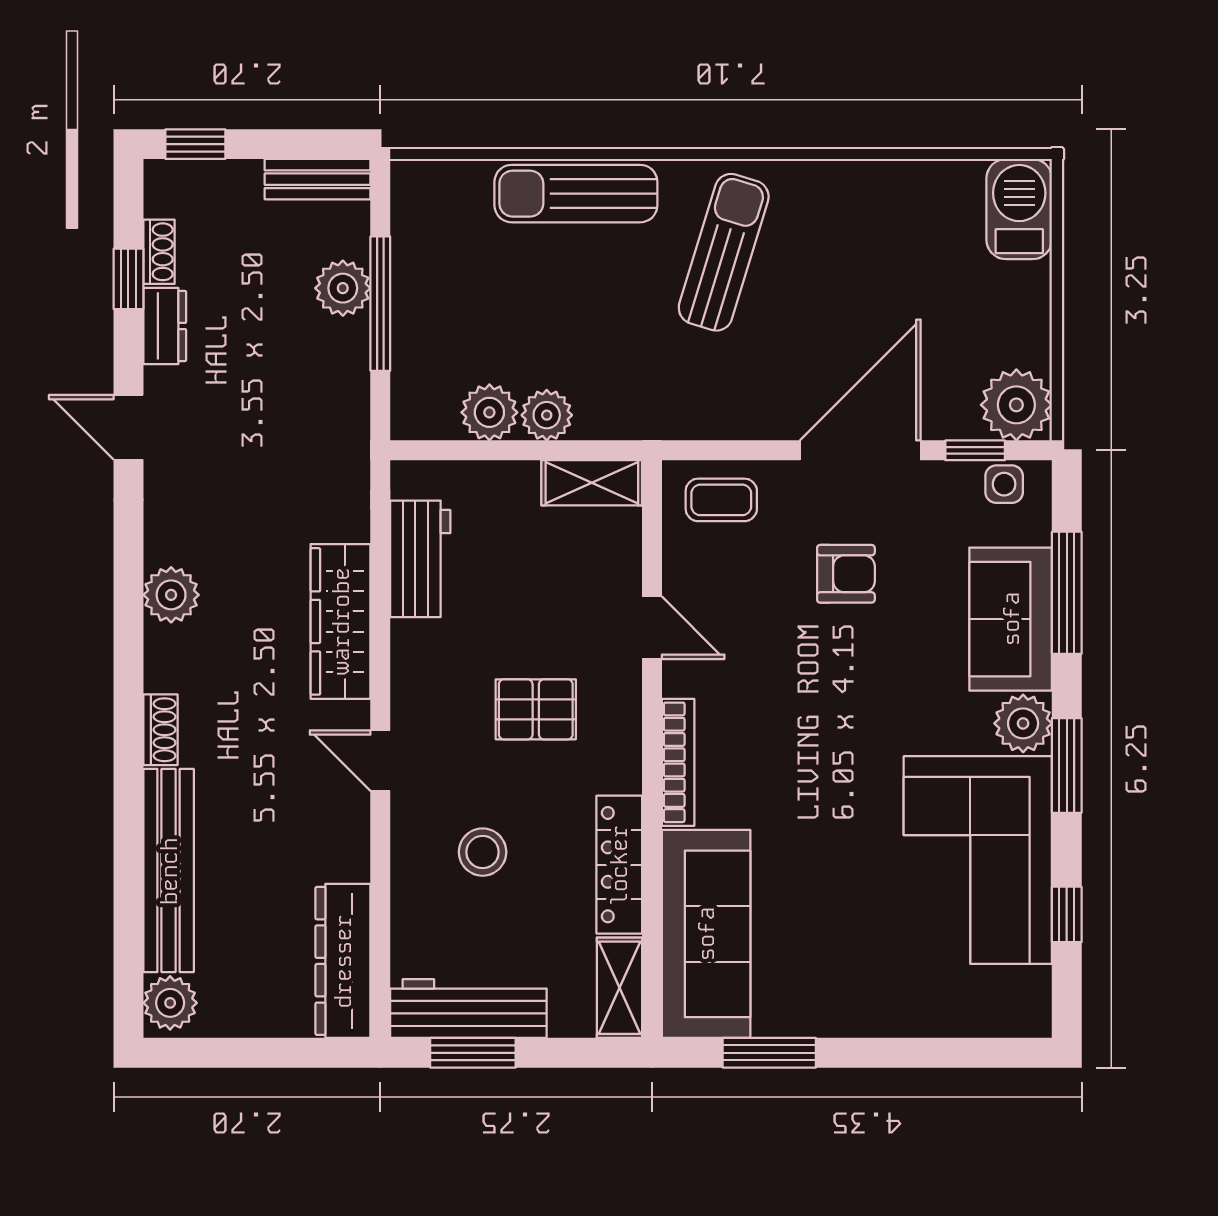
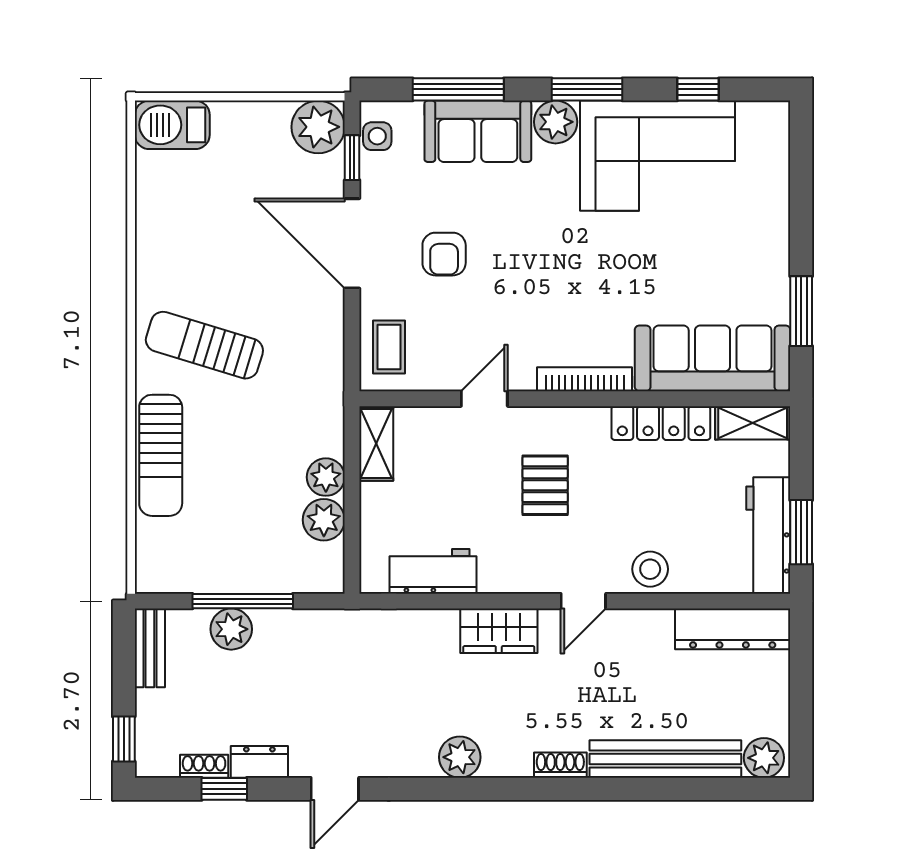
armchair: (846, 574) -> (444, 254), turned 180
wardrobe: (341, 621) -> (499, 631), width x0.67
stool: (483, 852) -> (650, 569), moved

